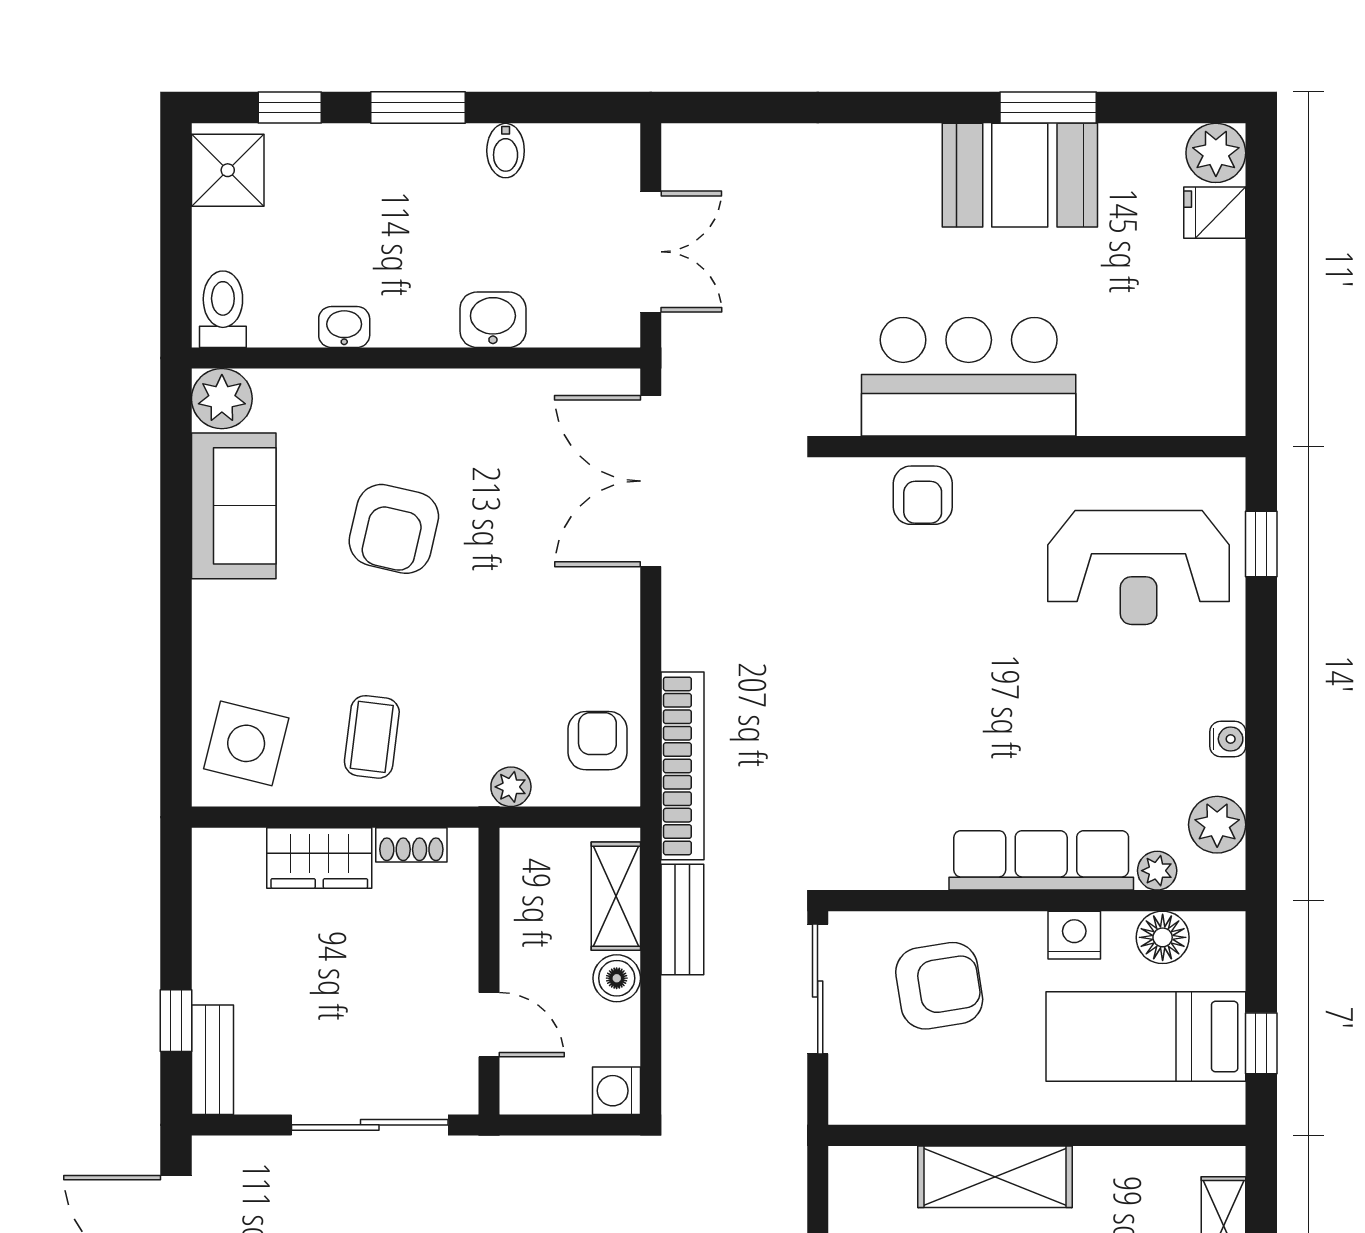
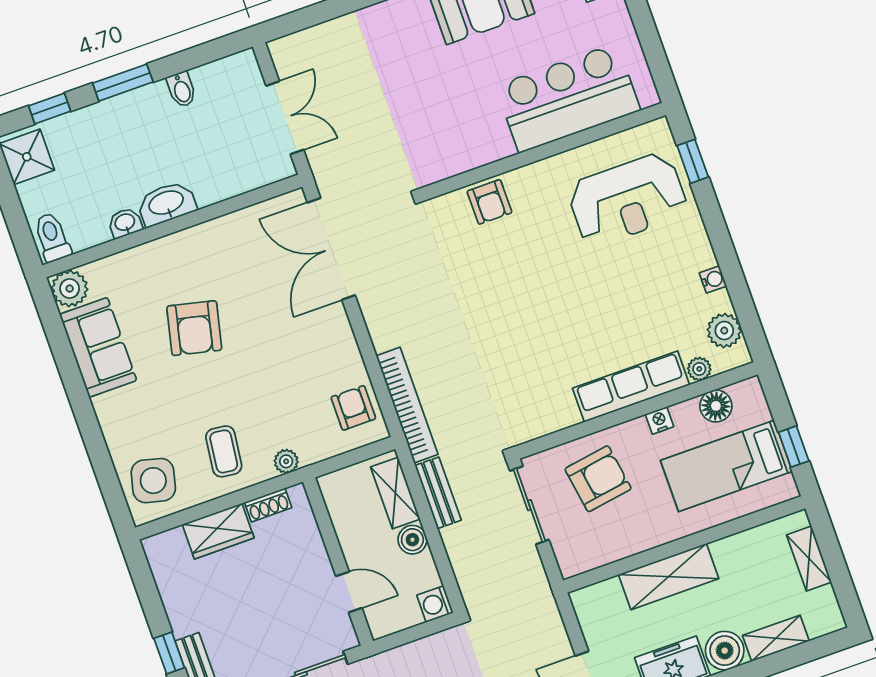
washbasin: (493, 320) -> (166, 204), moved, width x1.38
bar counter: (969, 377) -> (568, 98), moved
plant: (511, 787) -> (286, 461), moved
nightstand: (1074, 935) -> (660, 420), width x0.72, depth x0.74

